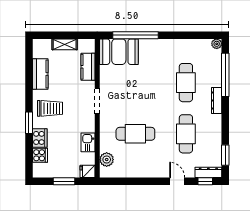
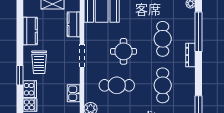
round table: (143, 96) -> (124, 51), added
trolley: (50, 108) -> (39, 62), turned 90

